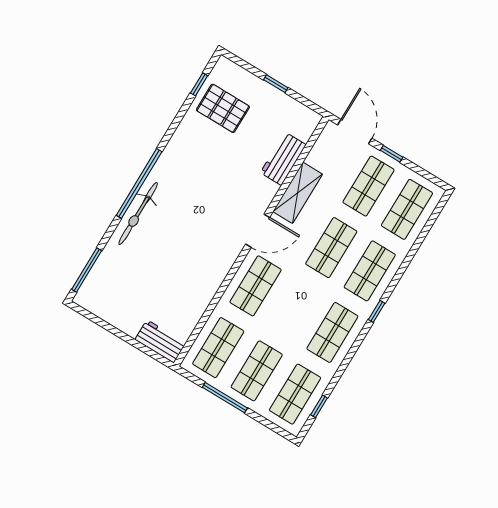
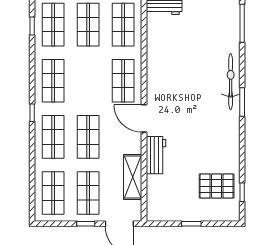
workbench: (283, 159) -> (156, 155), moved
window: (139, 184) -> (242, 102), width x0.47
shelving: (298, 193) -> (133, 177), moved
door: (258, 231) -> (144, 118), hinge flipped

